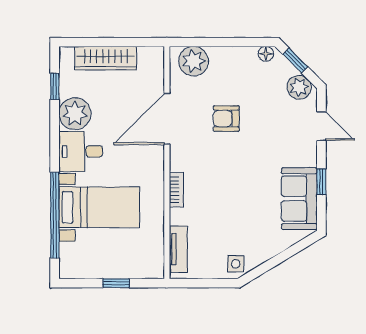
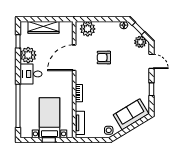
sofa: (299, 199) -> (131, 114), moved, turned 59
bed with nightstands: (99, 207) -> (50, 118), moved, turned -90

